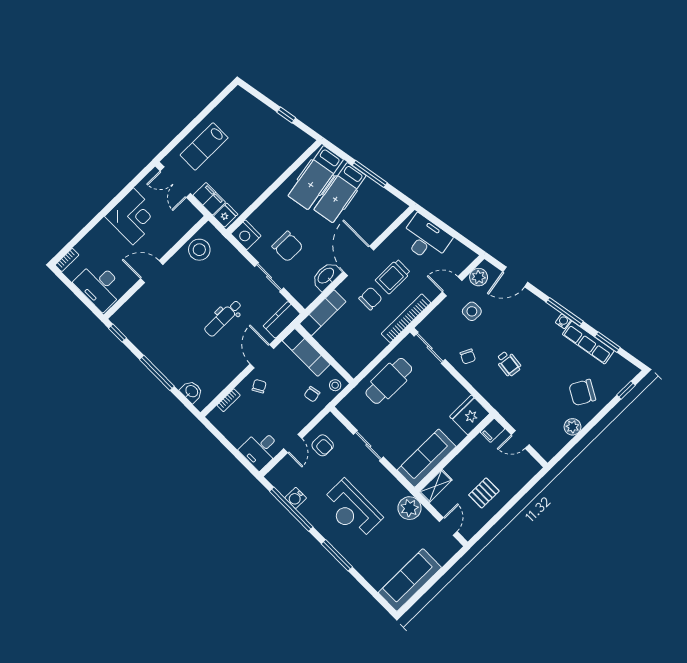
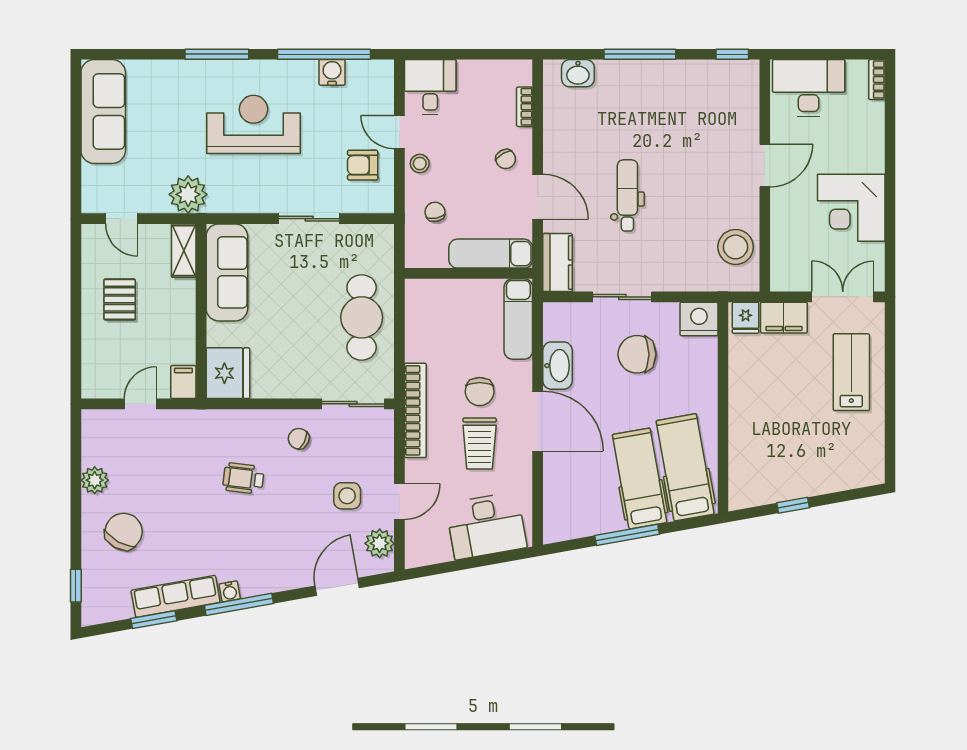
trolley: (393, 276) -> (480, 444), turned 180
stool: (335, 385) -> (420, 164), moved

